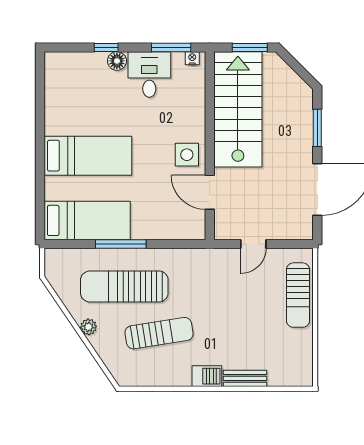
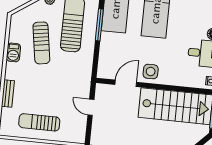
sun lounger: (298, 295) -> (39, 122), moved
barbecue: (207, 376) -> (13, 52), moved

